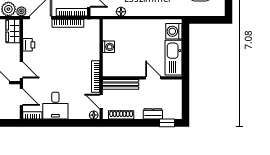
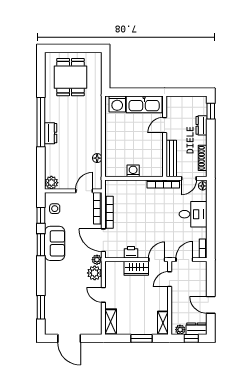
wardrobe: (13, 31) -> (136, 268), moved
desk: (55, 106) -> (193, 214), moved

